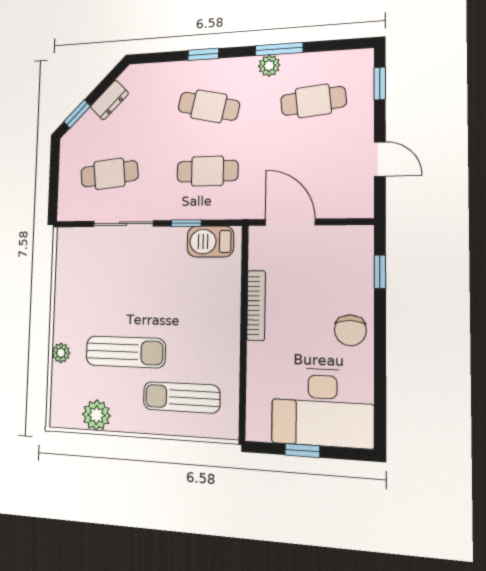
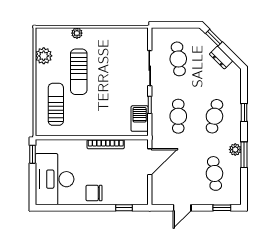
window: (302, 450) -> (32, 154), moved

